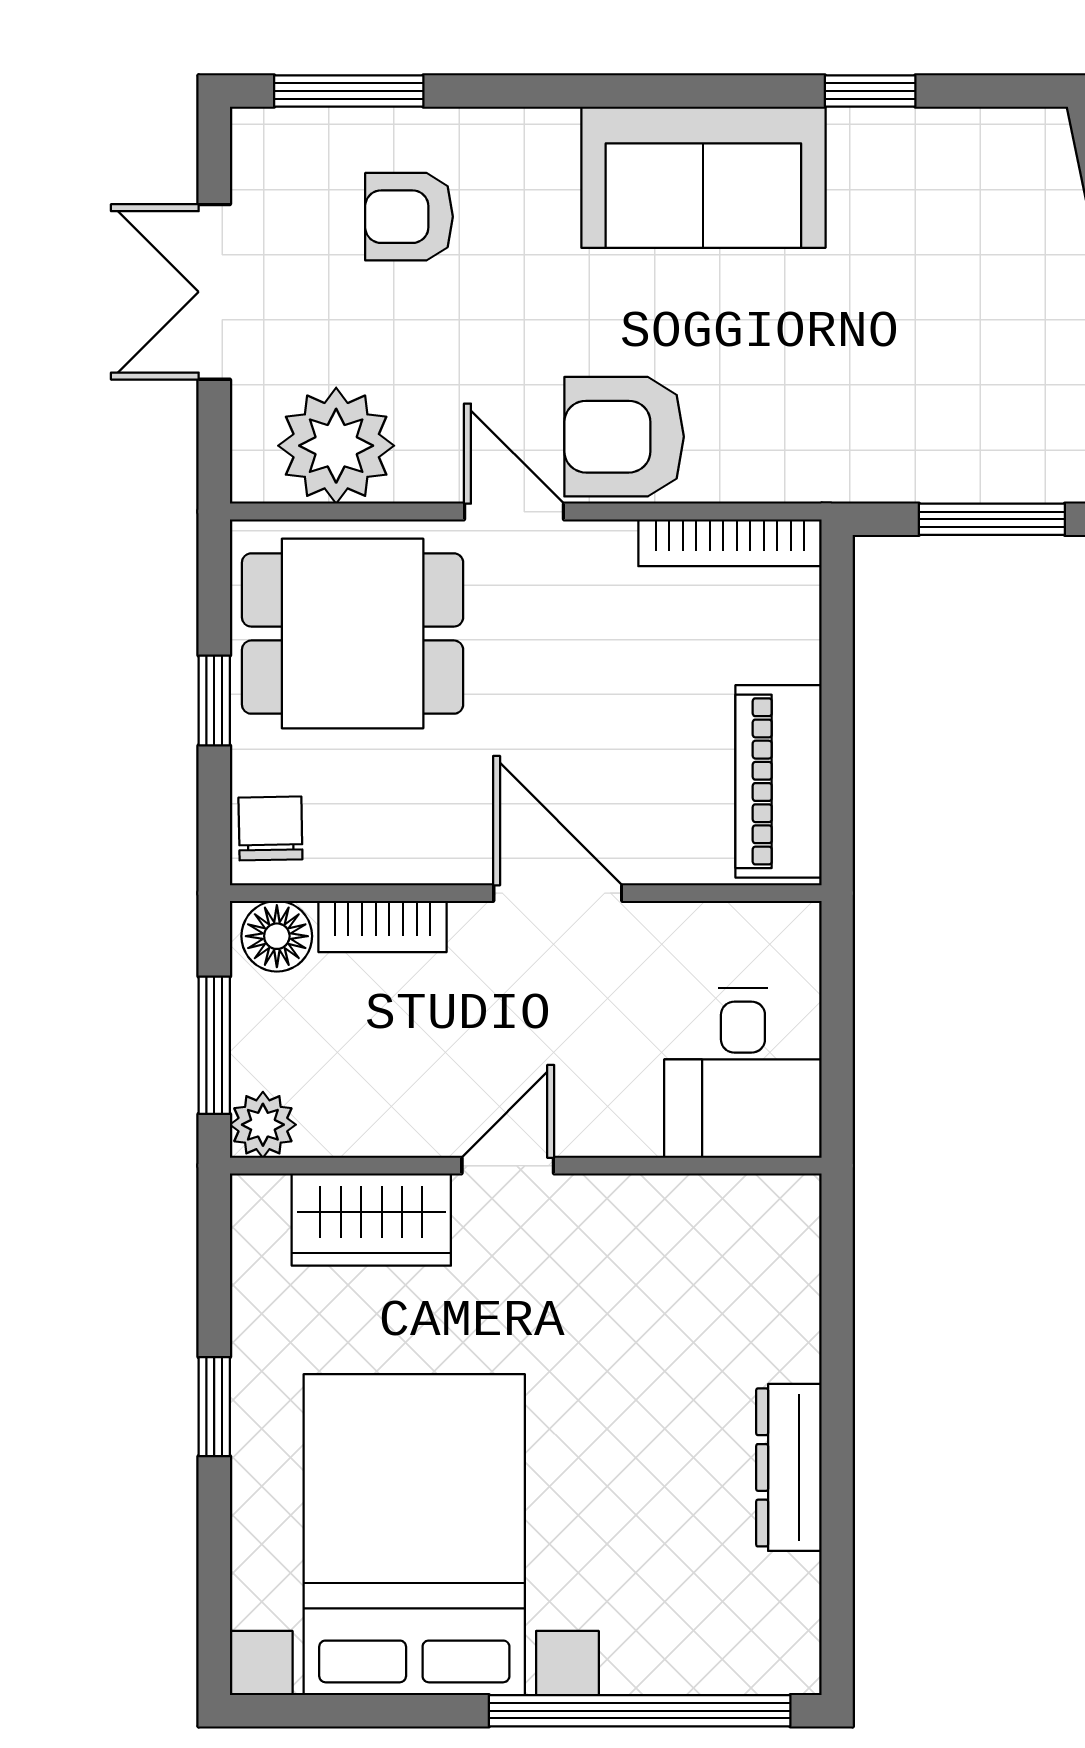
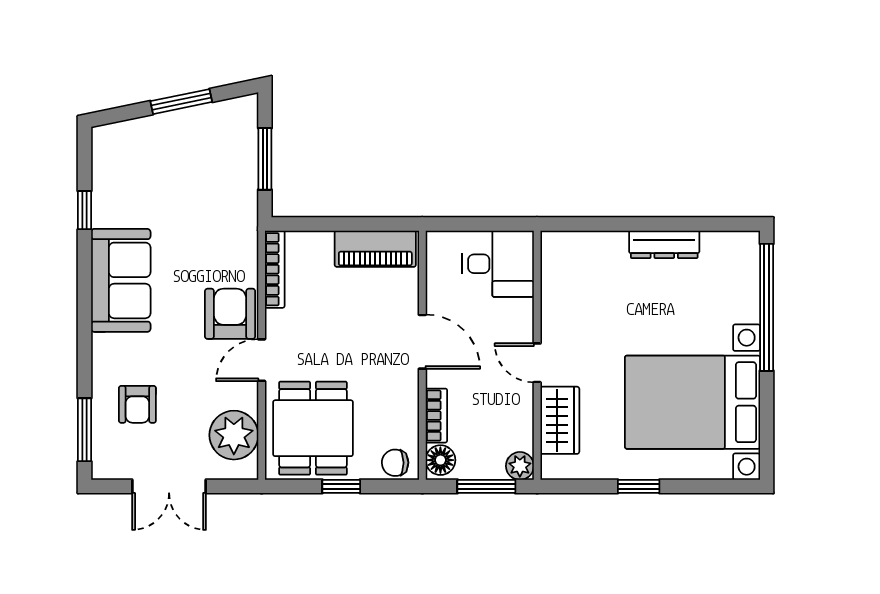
armchair: (624, 437) -> (230, 314), turned 180
door: (558, 893) -> (422, 342), swing flipped

